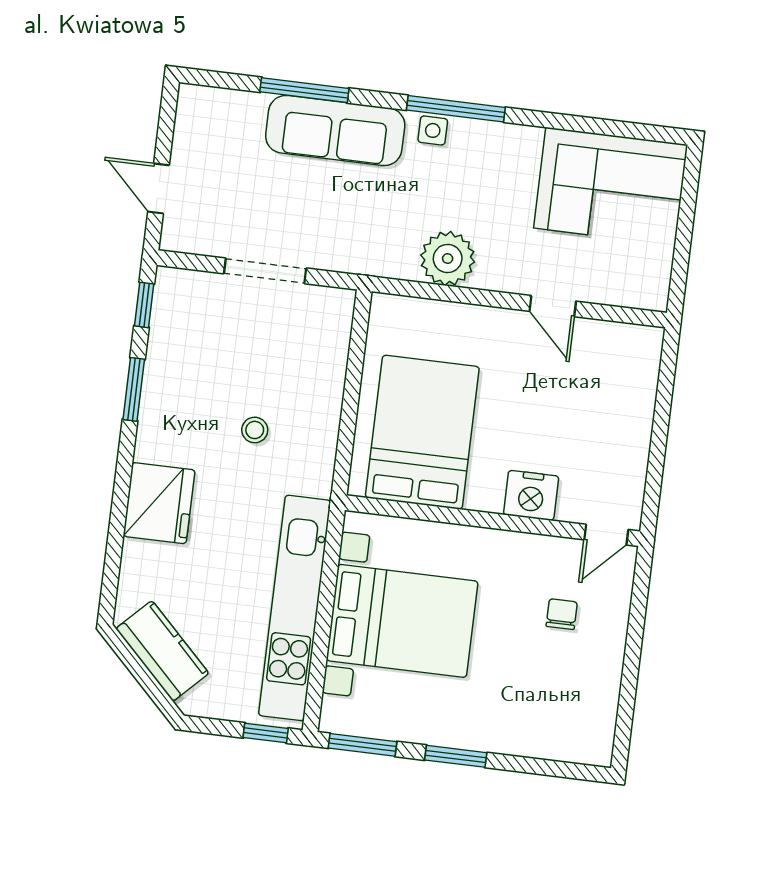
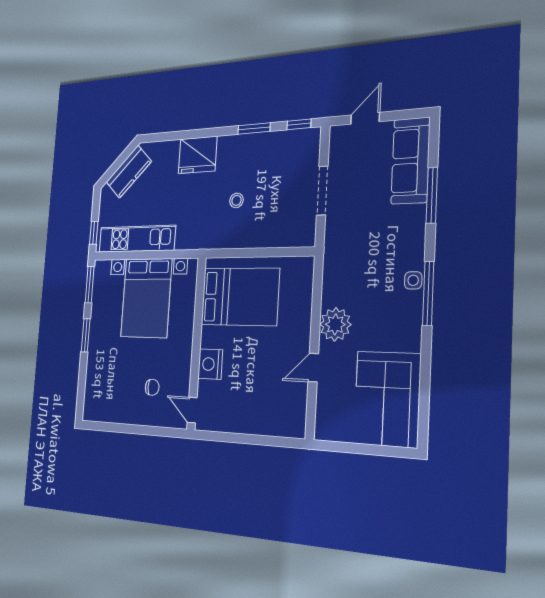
sofa: (335, 130) -> (411, 161), moved
plant: (448, 259) -> (335, 324), moved
kitchen unit: (295, 608) -> (137, 239), width x0.73

